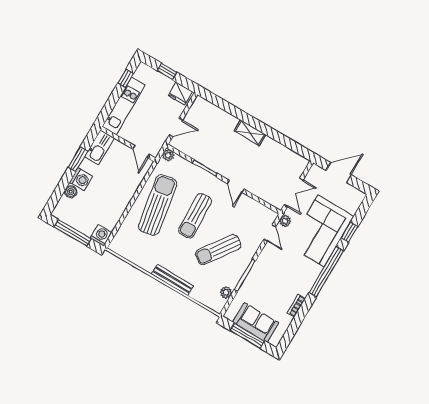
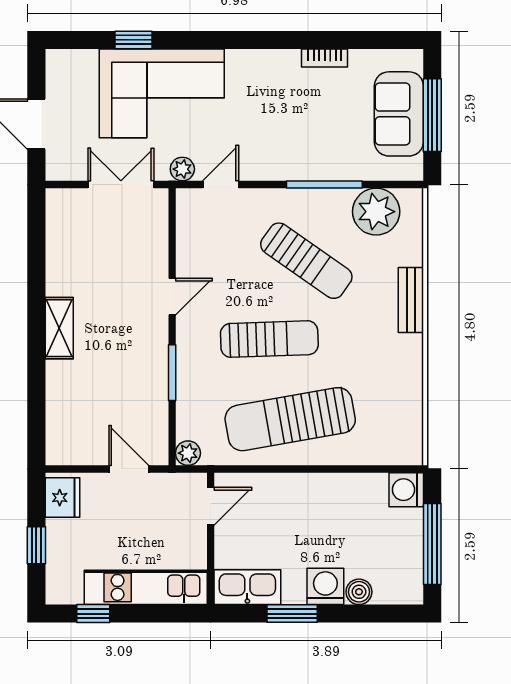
window: (326, 272) -> (231, 40), removed
bench: (172, 280) -> (411, 300), width x0.73
plant: (226, 292) -> (376, 212), width x1.88, depth x1.88

